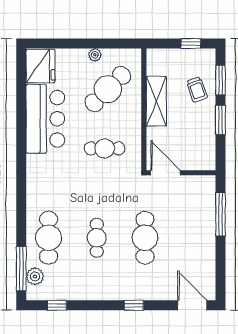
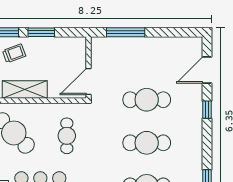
cafe table: (97, 238) -> (147, 143), width x1.37, depth x1.35
door: (192, 305) -> (207, 70), moved

